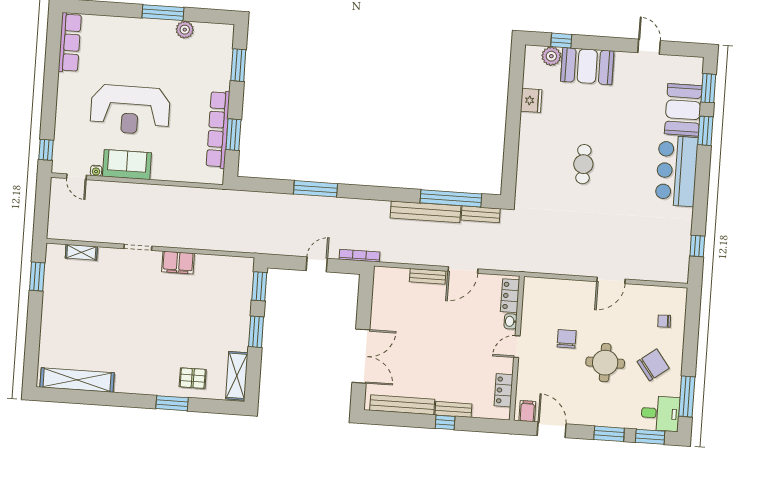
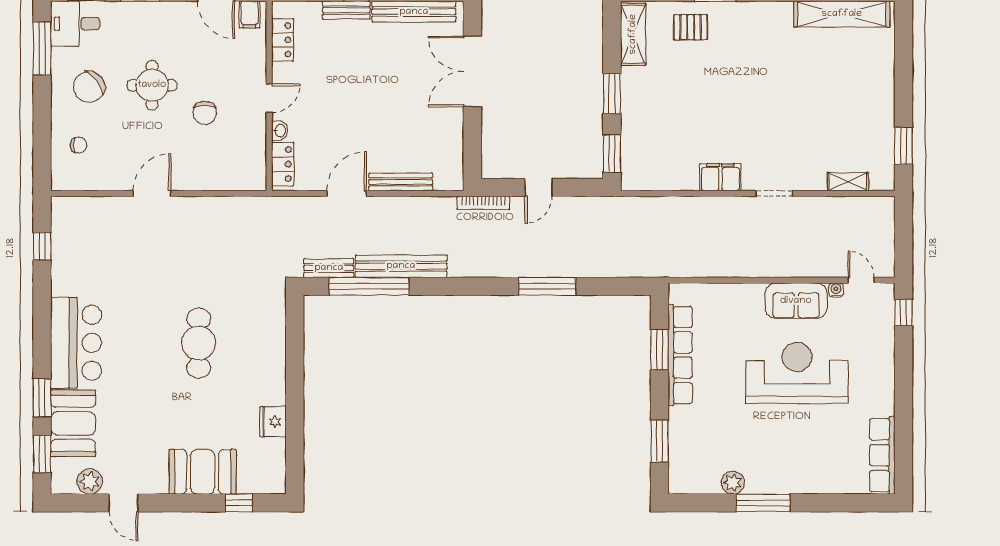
plant: (551, 56) -> (90, 482), moved
cafe table: (583, 164) -> (199, 343), width x1.37, depth x1.35
bench: (428, 276) -> (401, 182), width x1.36

